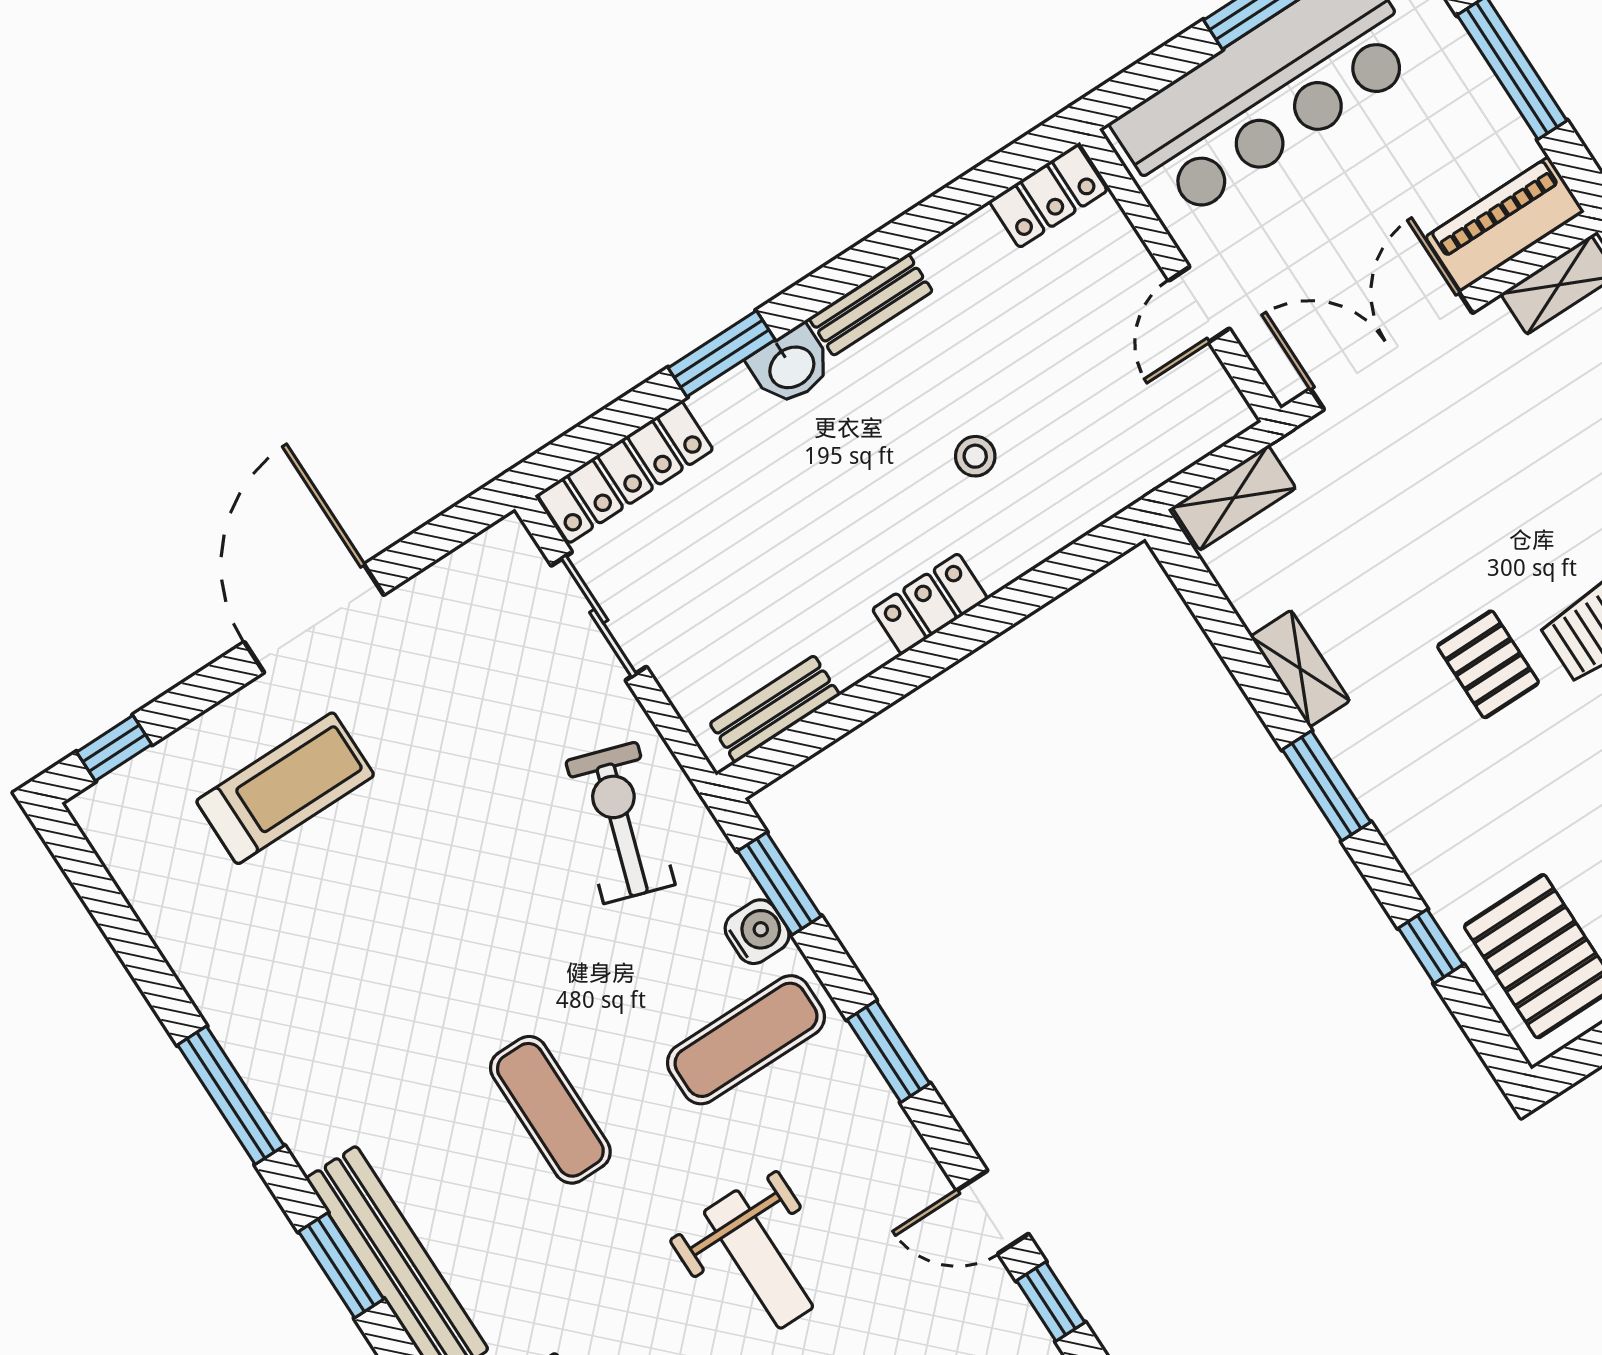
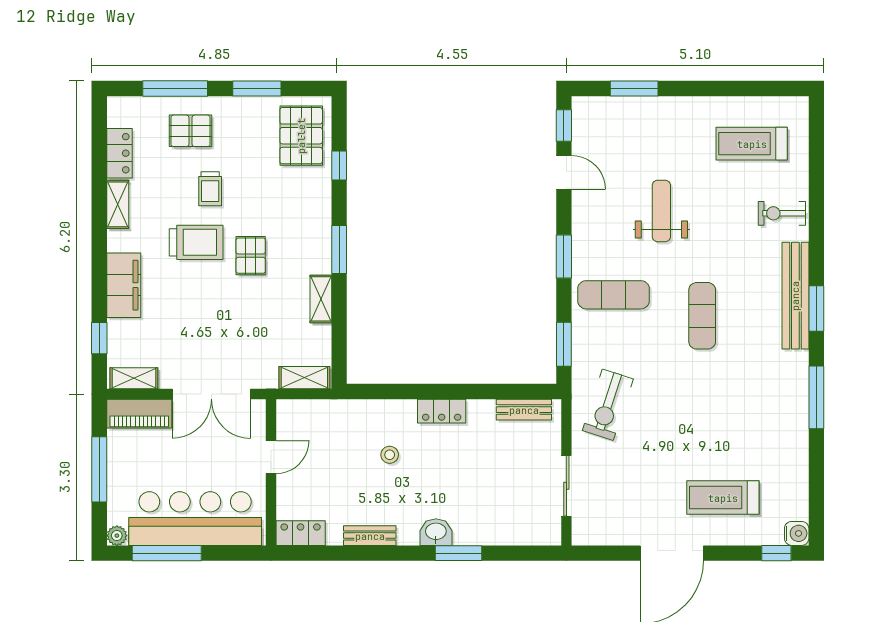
bench: (871, 305) -> (370, 536), moved
locker: (625, 472) -> (522, 533), removed
water cooler: (757, 932) -> (797, 533), moved, turned 180

